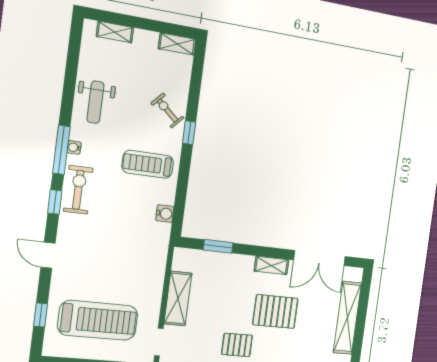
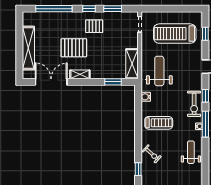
window: (189, 133) -> (138, 169), moved
weight bench: (135, 257) -> (159, 71), added
shelving: (178, 298) -> (132, 64), moved

